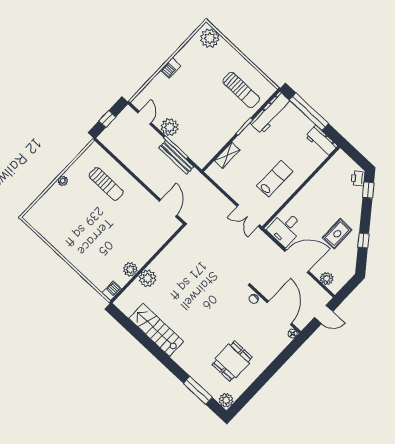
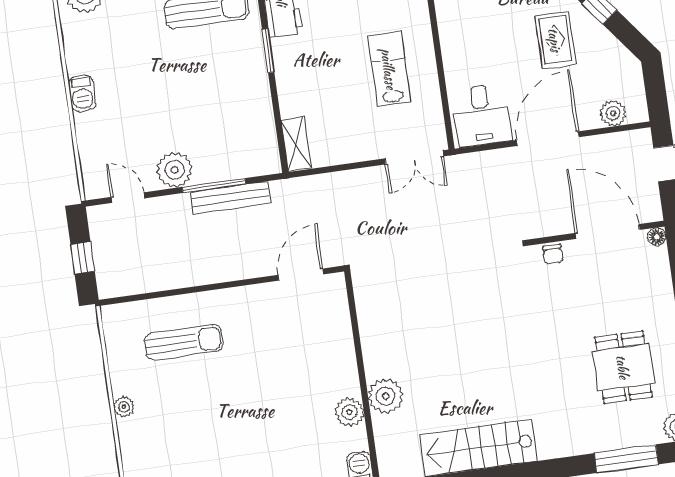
shelving: (227, 155) -> (296, 144), moved
door: (168, 208) -> (301, 275), hinge flipped

